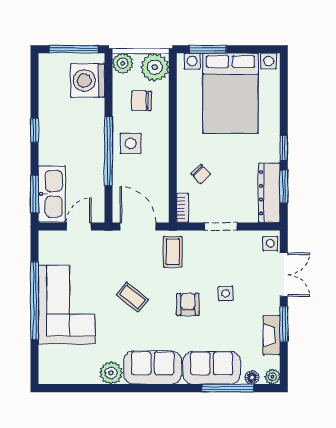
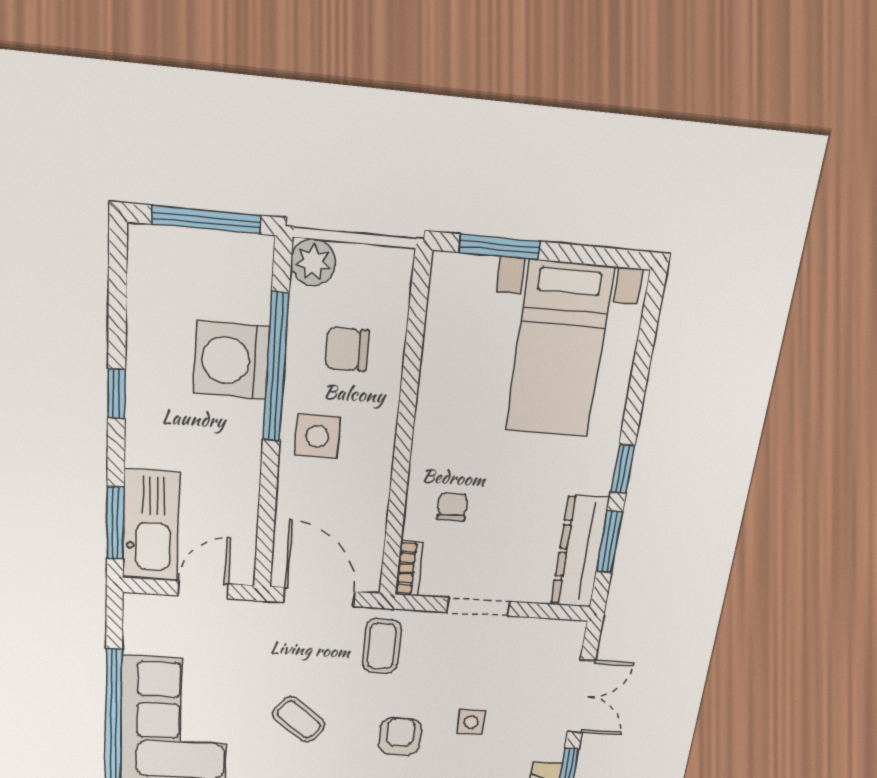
plant: (155, 67) -> (382, 277), removed
washing machine: (88, 80) -> (231, 360), moved
bed with nightstands: (230, 93) -> (559, 350), width x0.73
window: (109, 151) -> (276, 368), moved
chair: (201, 174) -> (452, 507), turned -137
side table: (270, 243) -> (566, 642), removed

